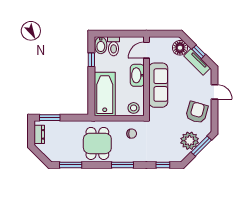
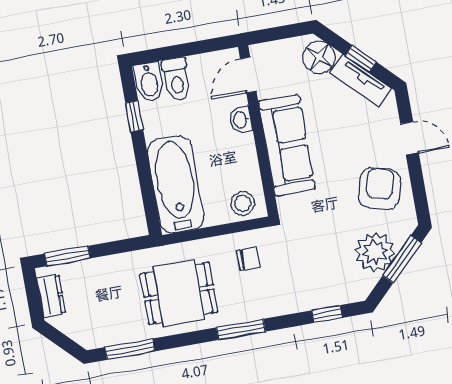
washbasin: (137, 75) -> (241, 120), width x0.52, depth x0.69
dining table: (97, 143) -> (179, 293), turned 90

